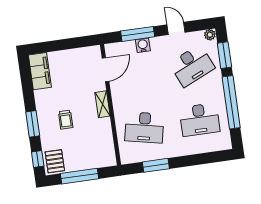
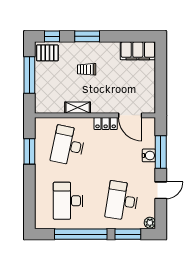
desk: (192, 66) -> (122, 201), turned 33
locker: (117, 93) -> (106, 124), added
shelving: (103, 104) -> (78, 108), moved

